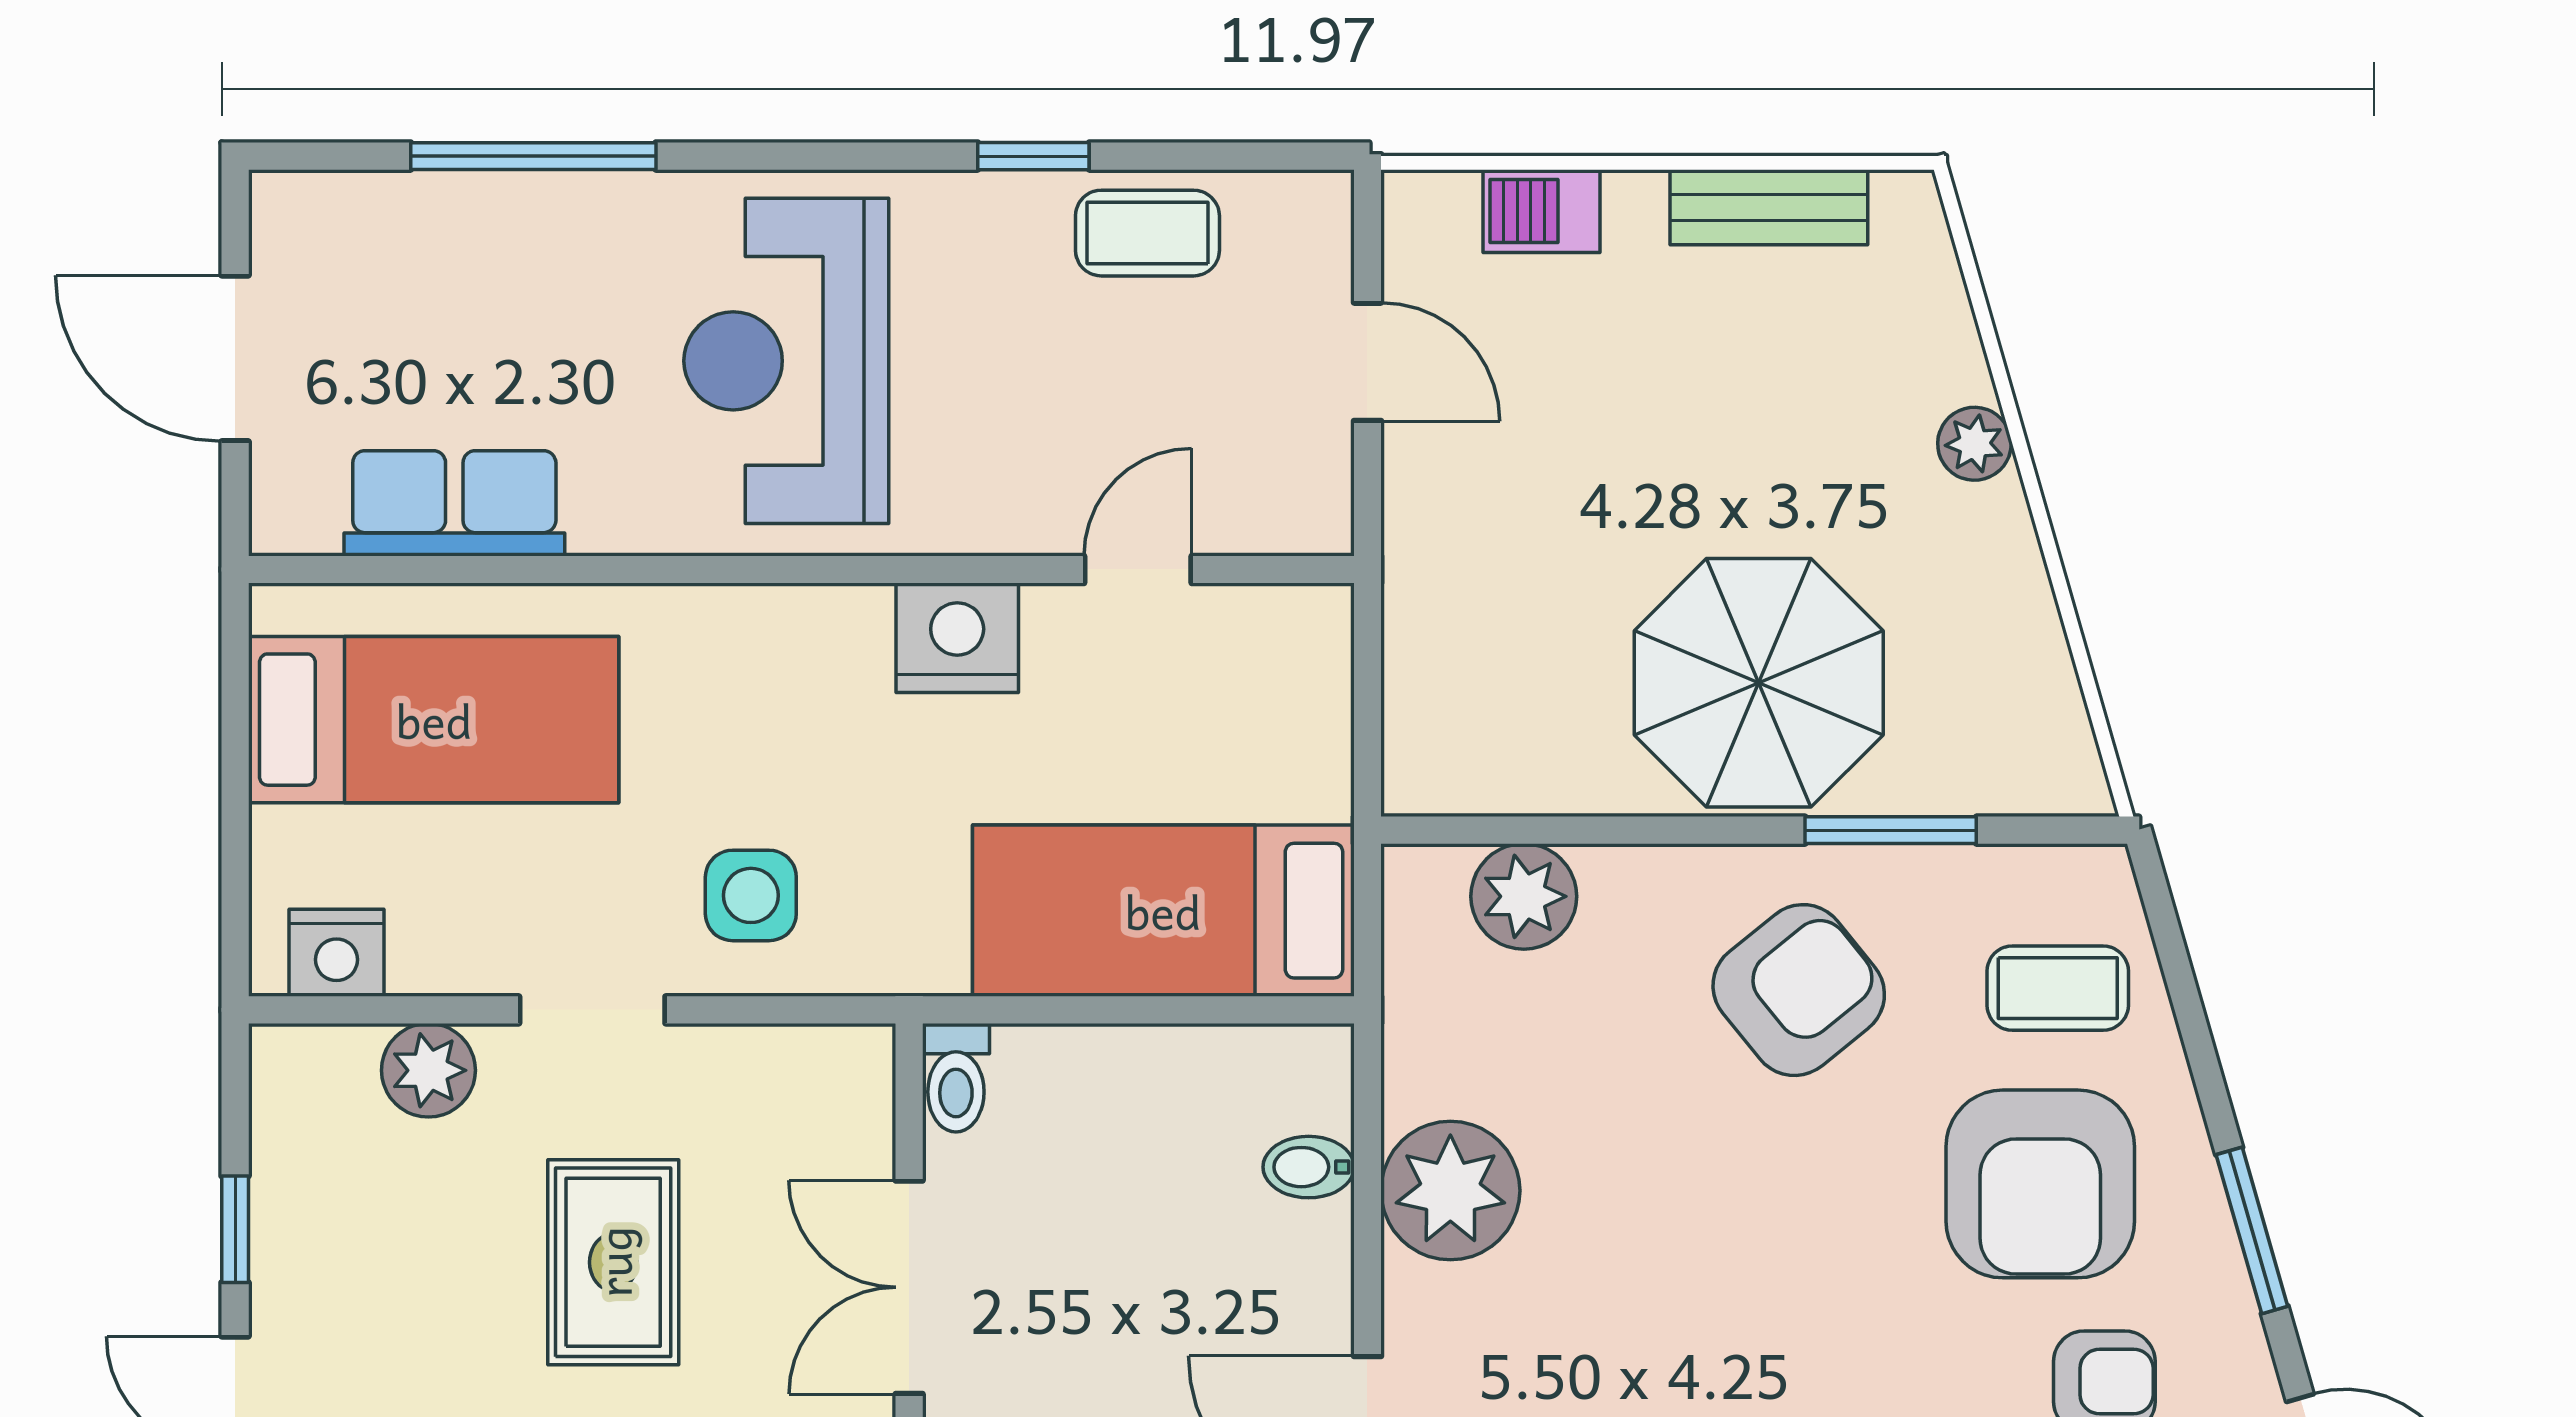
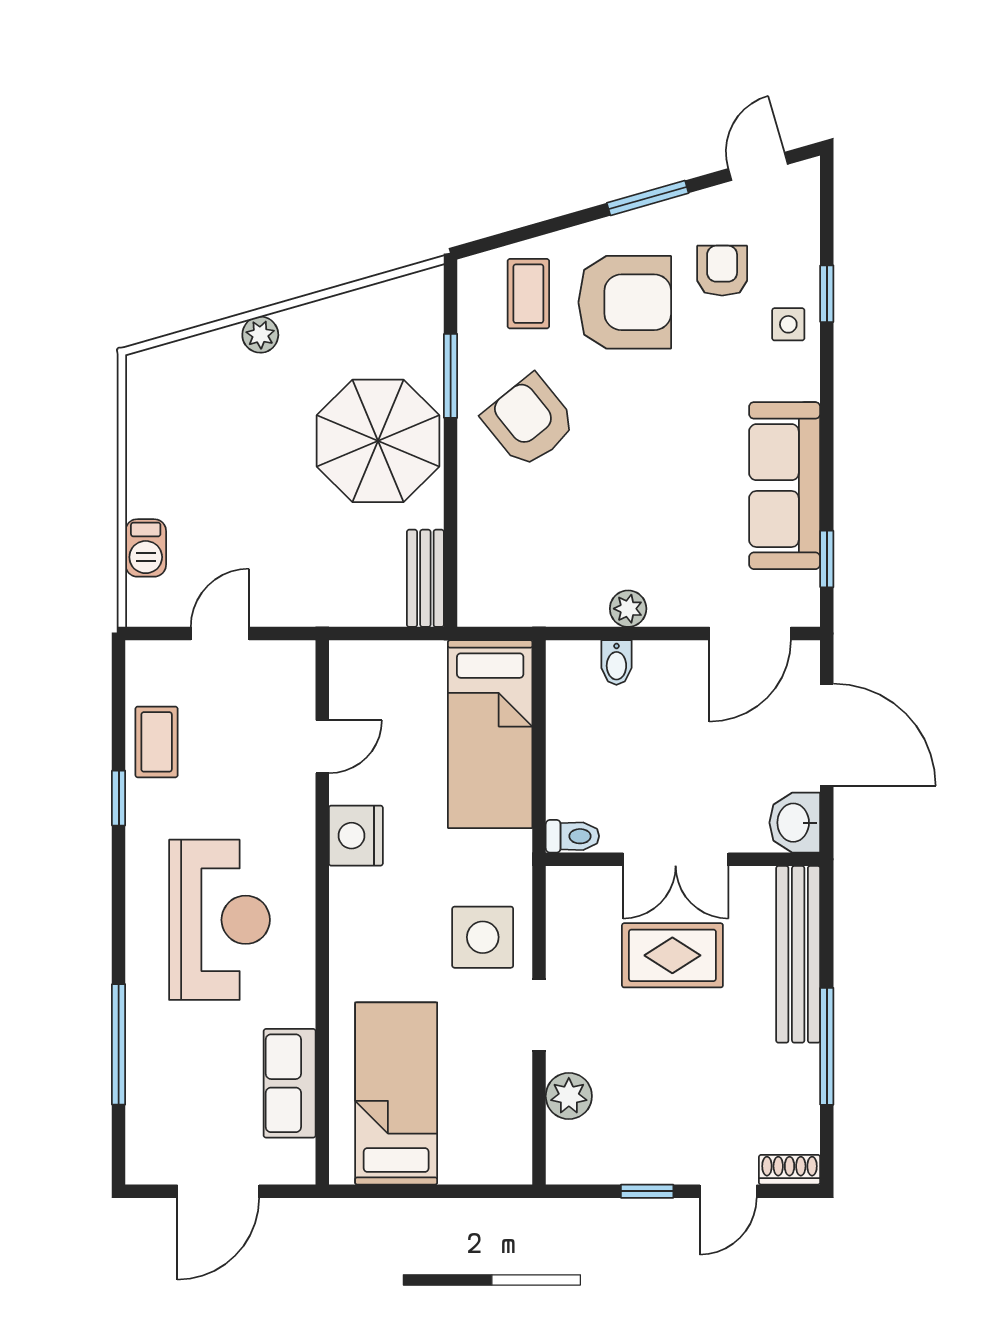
bench: (1769, 207) -> (425, 578), moved
reception desk: (786, 361) -> (219, 920), turned -90
door: (1138, 569) -> (322, 747), swing flipped
side table: (751, 895) -> (483, 937), width x1.37, depth x1.37
plant: (1524, 896) -> (483, 557), removed
nightstand: (336, 953) -> (511, 1141), removed
plant: (1450, 1191) -> (628, 609), width x0.53, depth x0.53
rug: (613, 1262) -> (672, 955), moved

